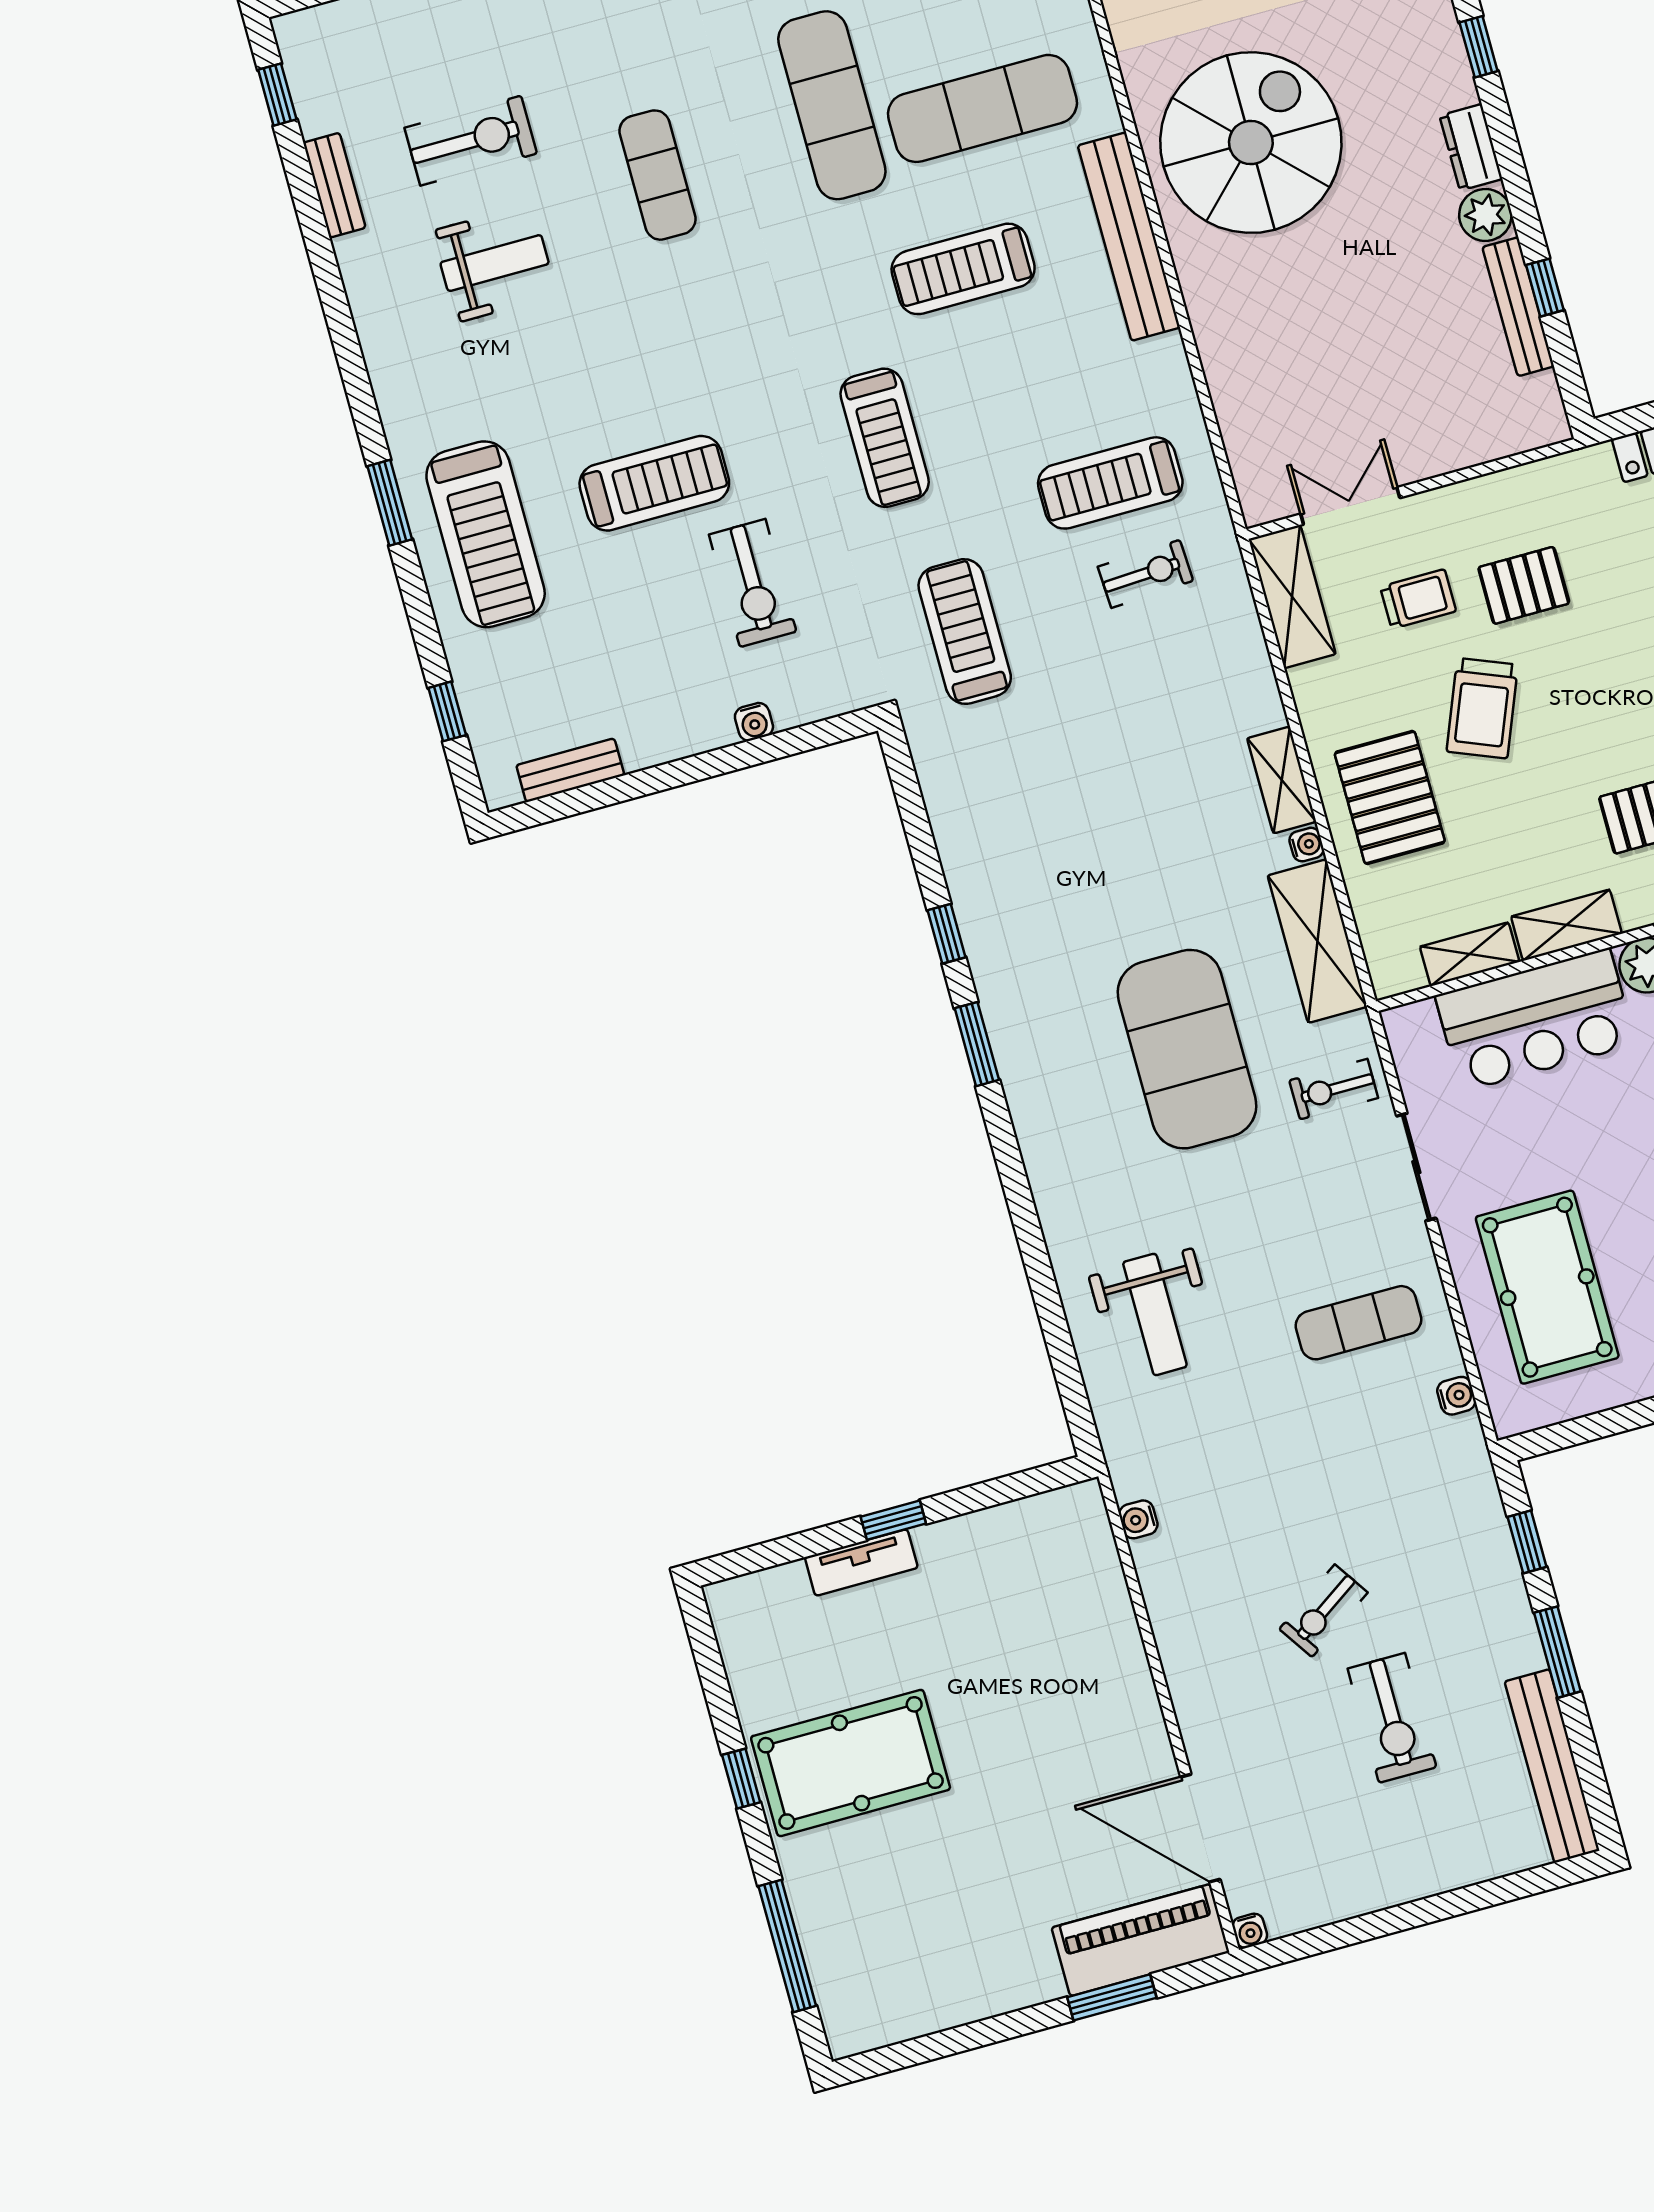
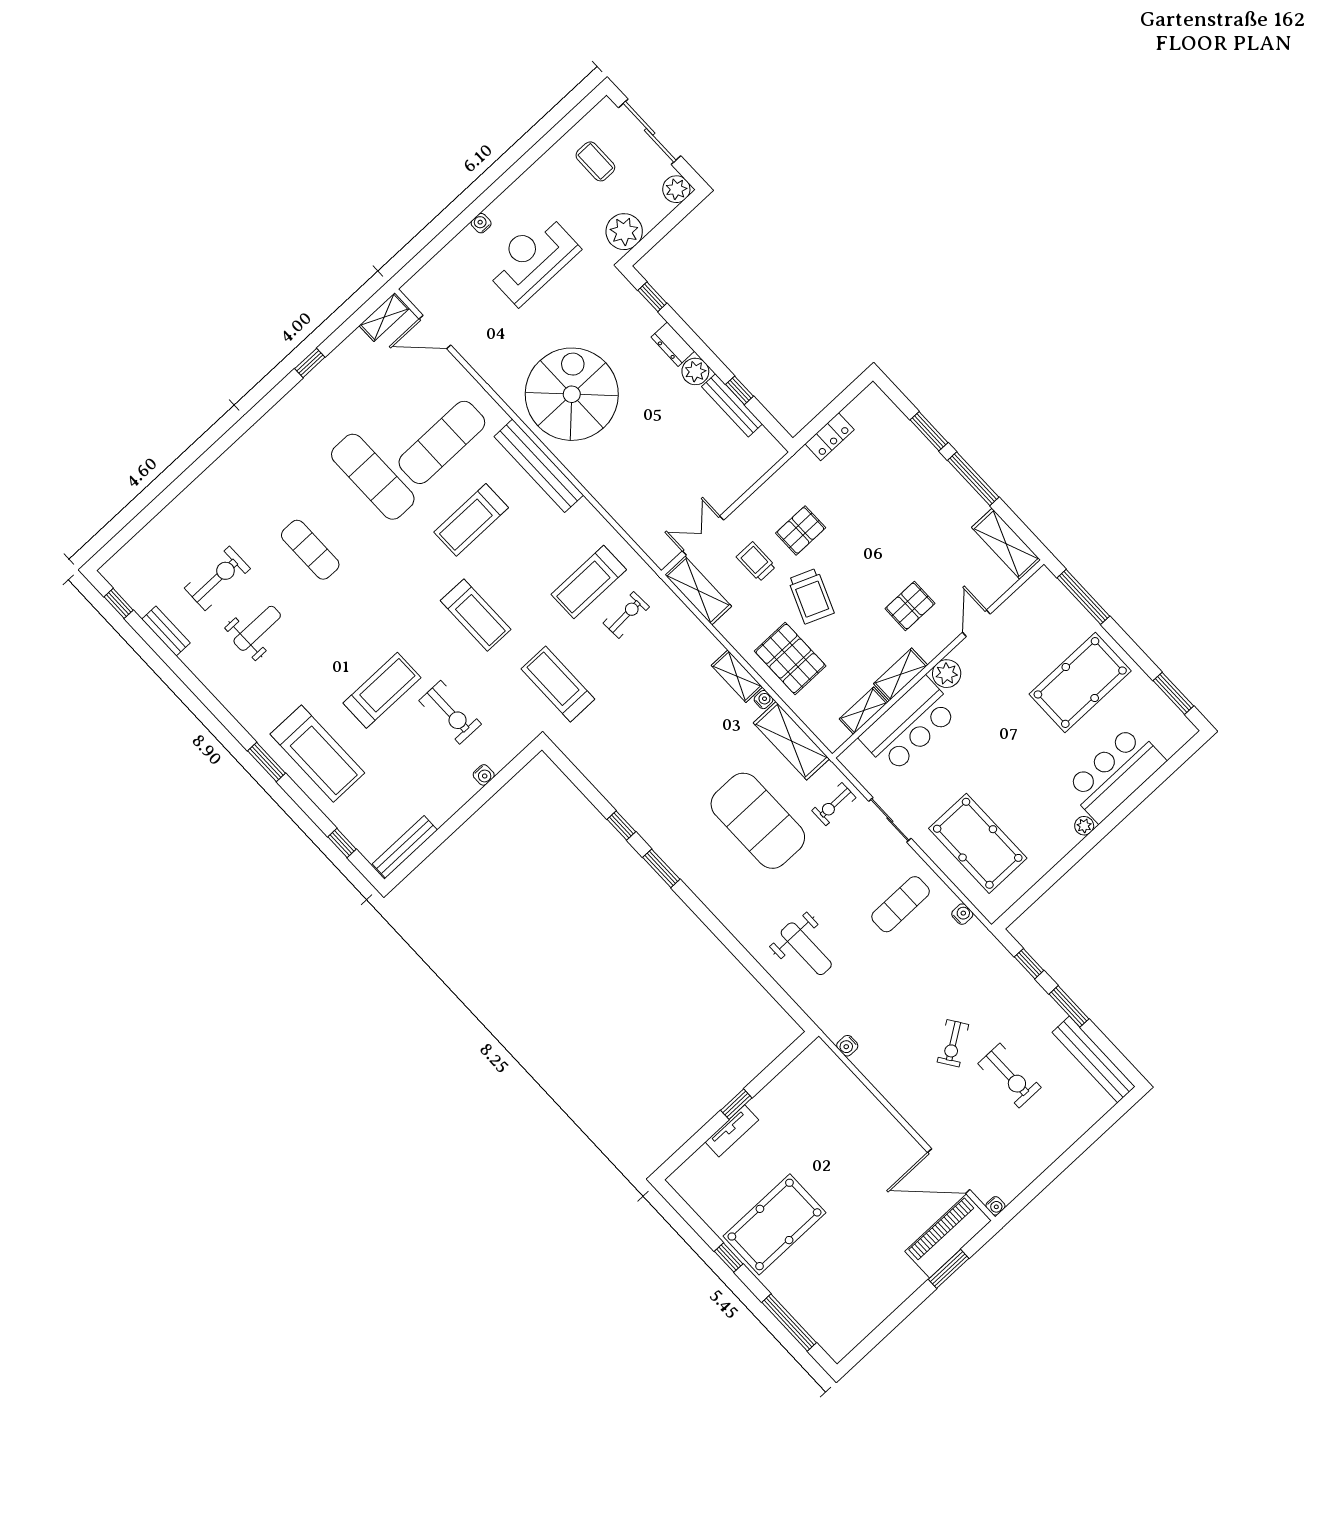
trolley: (1418, 599) -> (756, 562), turned -90
bench: (570, 770) -> (405, 847), width x1.36

